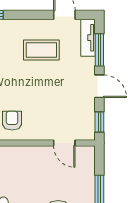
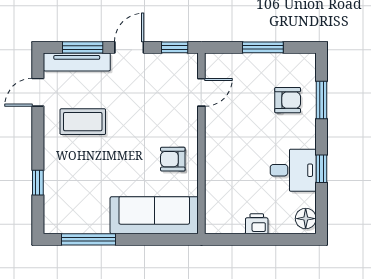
tv unit: (88, 38) -> (77, 62), width x1.41
coffee table: (41, 50) -> (83, 122), turned 90

